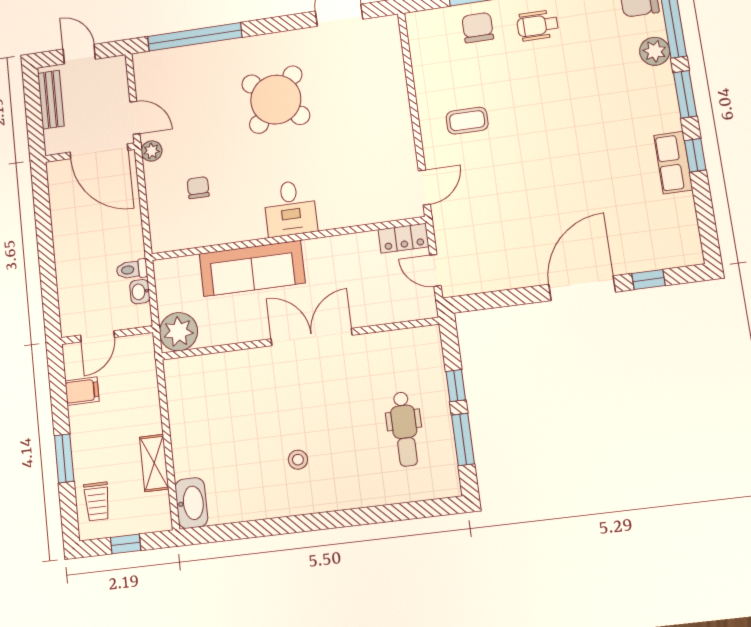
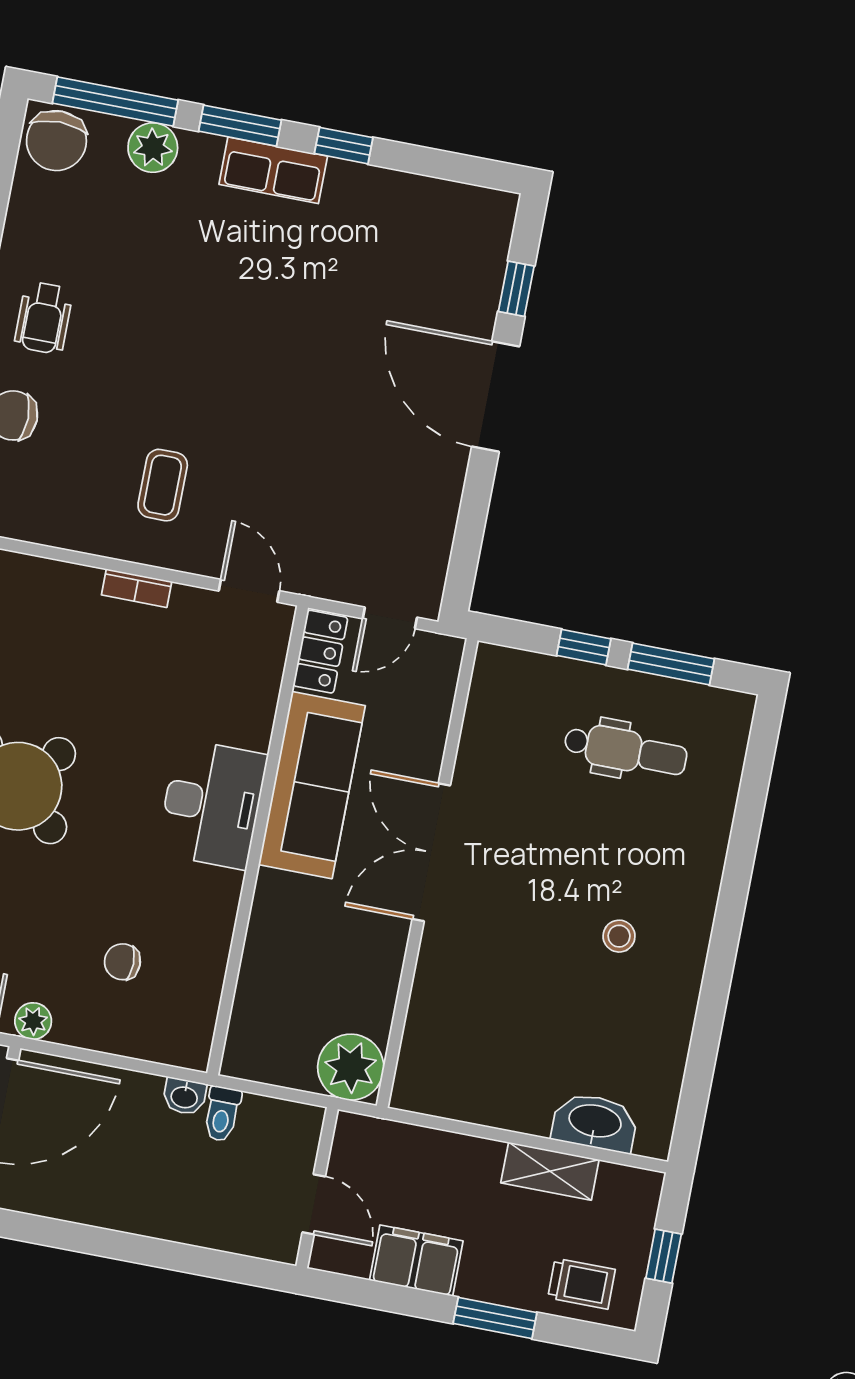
bookcase: (405, 126) -> (137, 588), added
row of seats: (673, 163) -> (273, 170), moved
desk: (290, 208) -> (212, 804), width x1.37
sofa: (252, 268) -> (312, 785), moved
washbasin: (140, 292) -> (184, 1096), moved
filing cabinet: (82, 391) -> (416, 1261), width x2.00
washbasin: (191, 503) -> (595, 1122), moved

